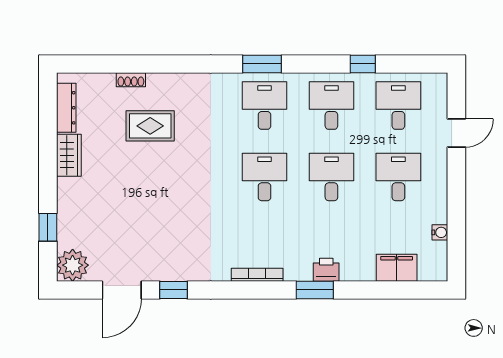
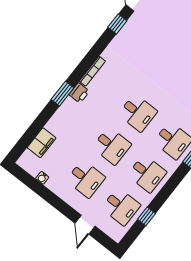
window: (363, 64) -> (147, 216), moved
printer: (326, 270) -> (79, 93), moved

